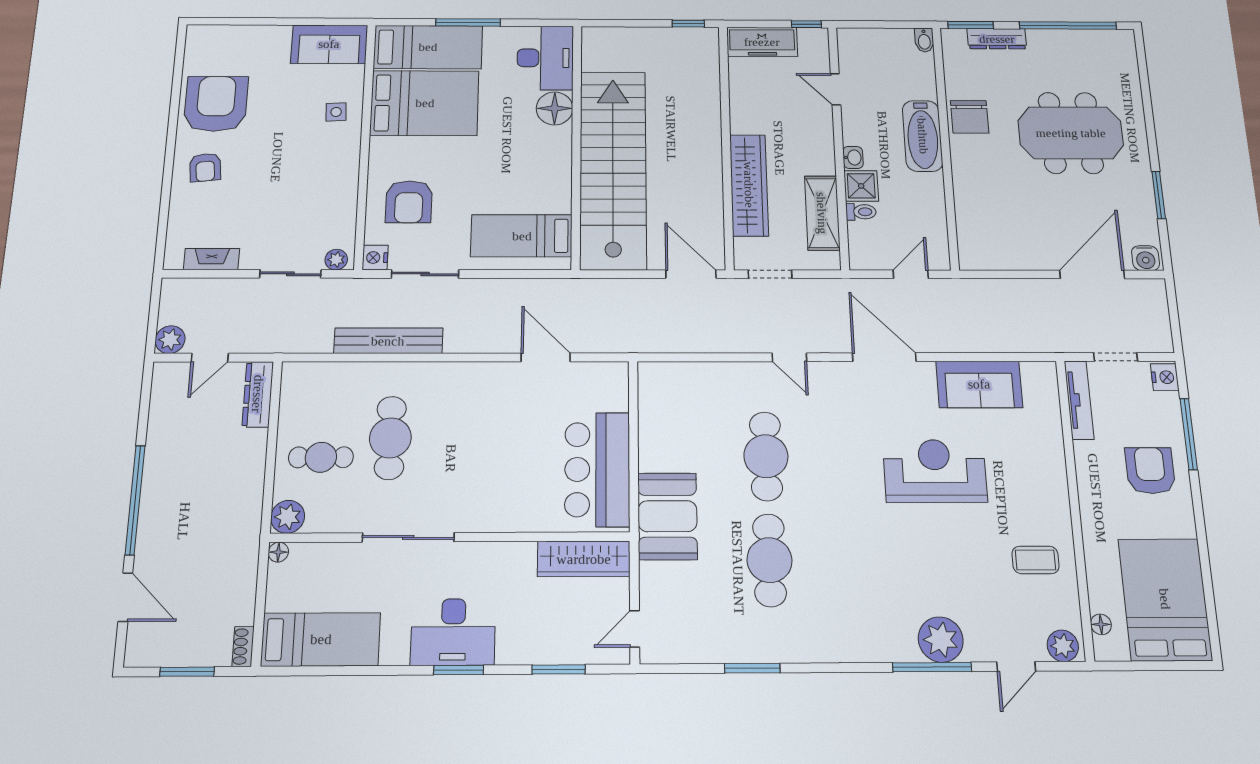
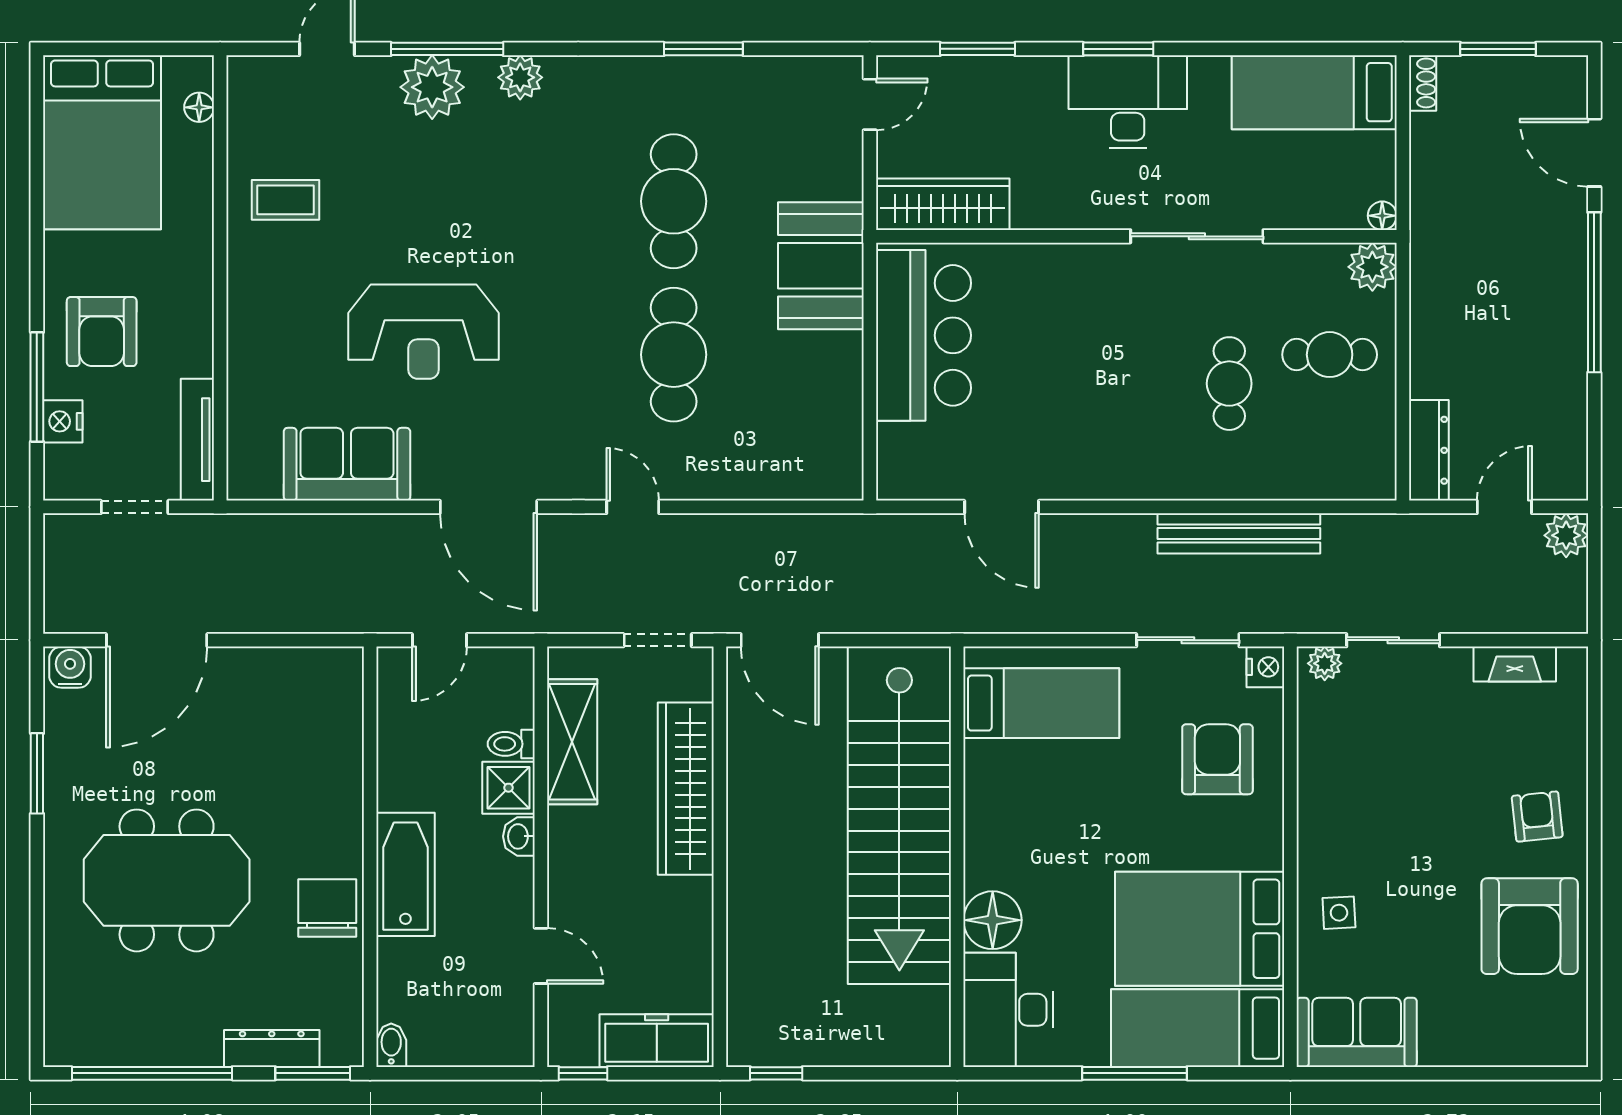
nightstand: (1165, 377) -> (63, 421), moved
cafe table: (390, 438) -> (1229, 384), width x0.73, depth x0.74
plant: (1063, 646) -> (520, 77), moved

